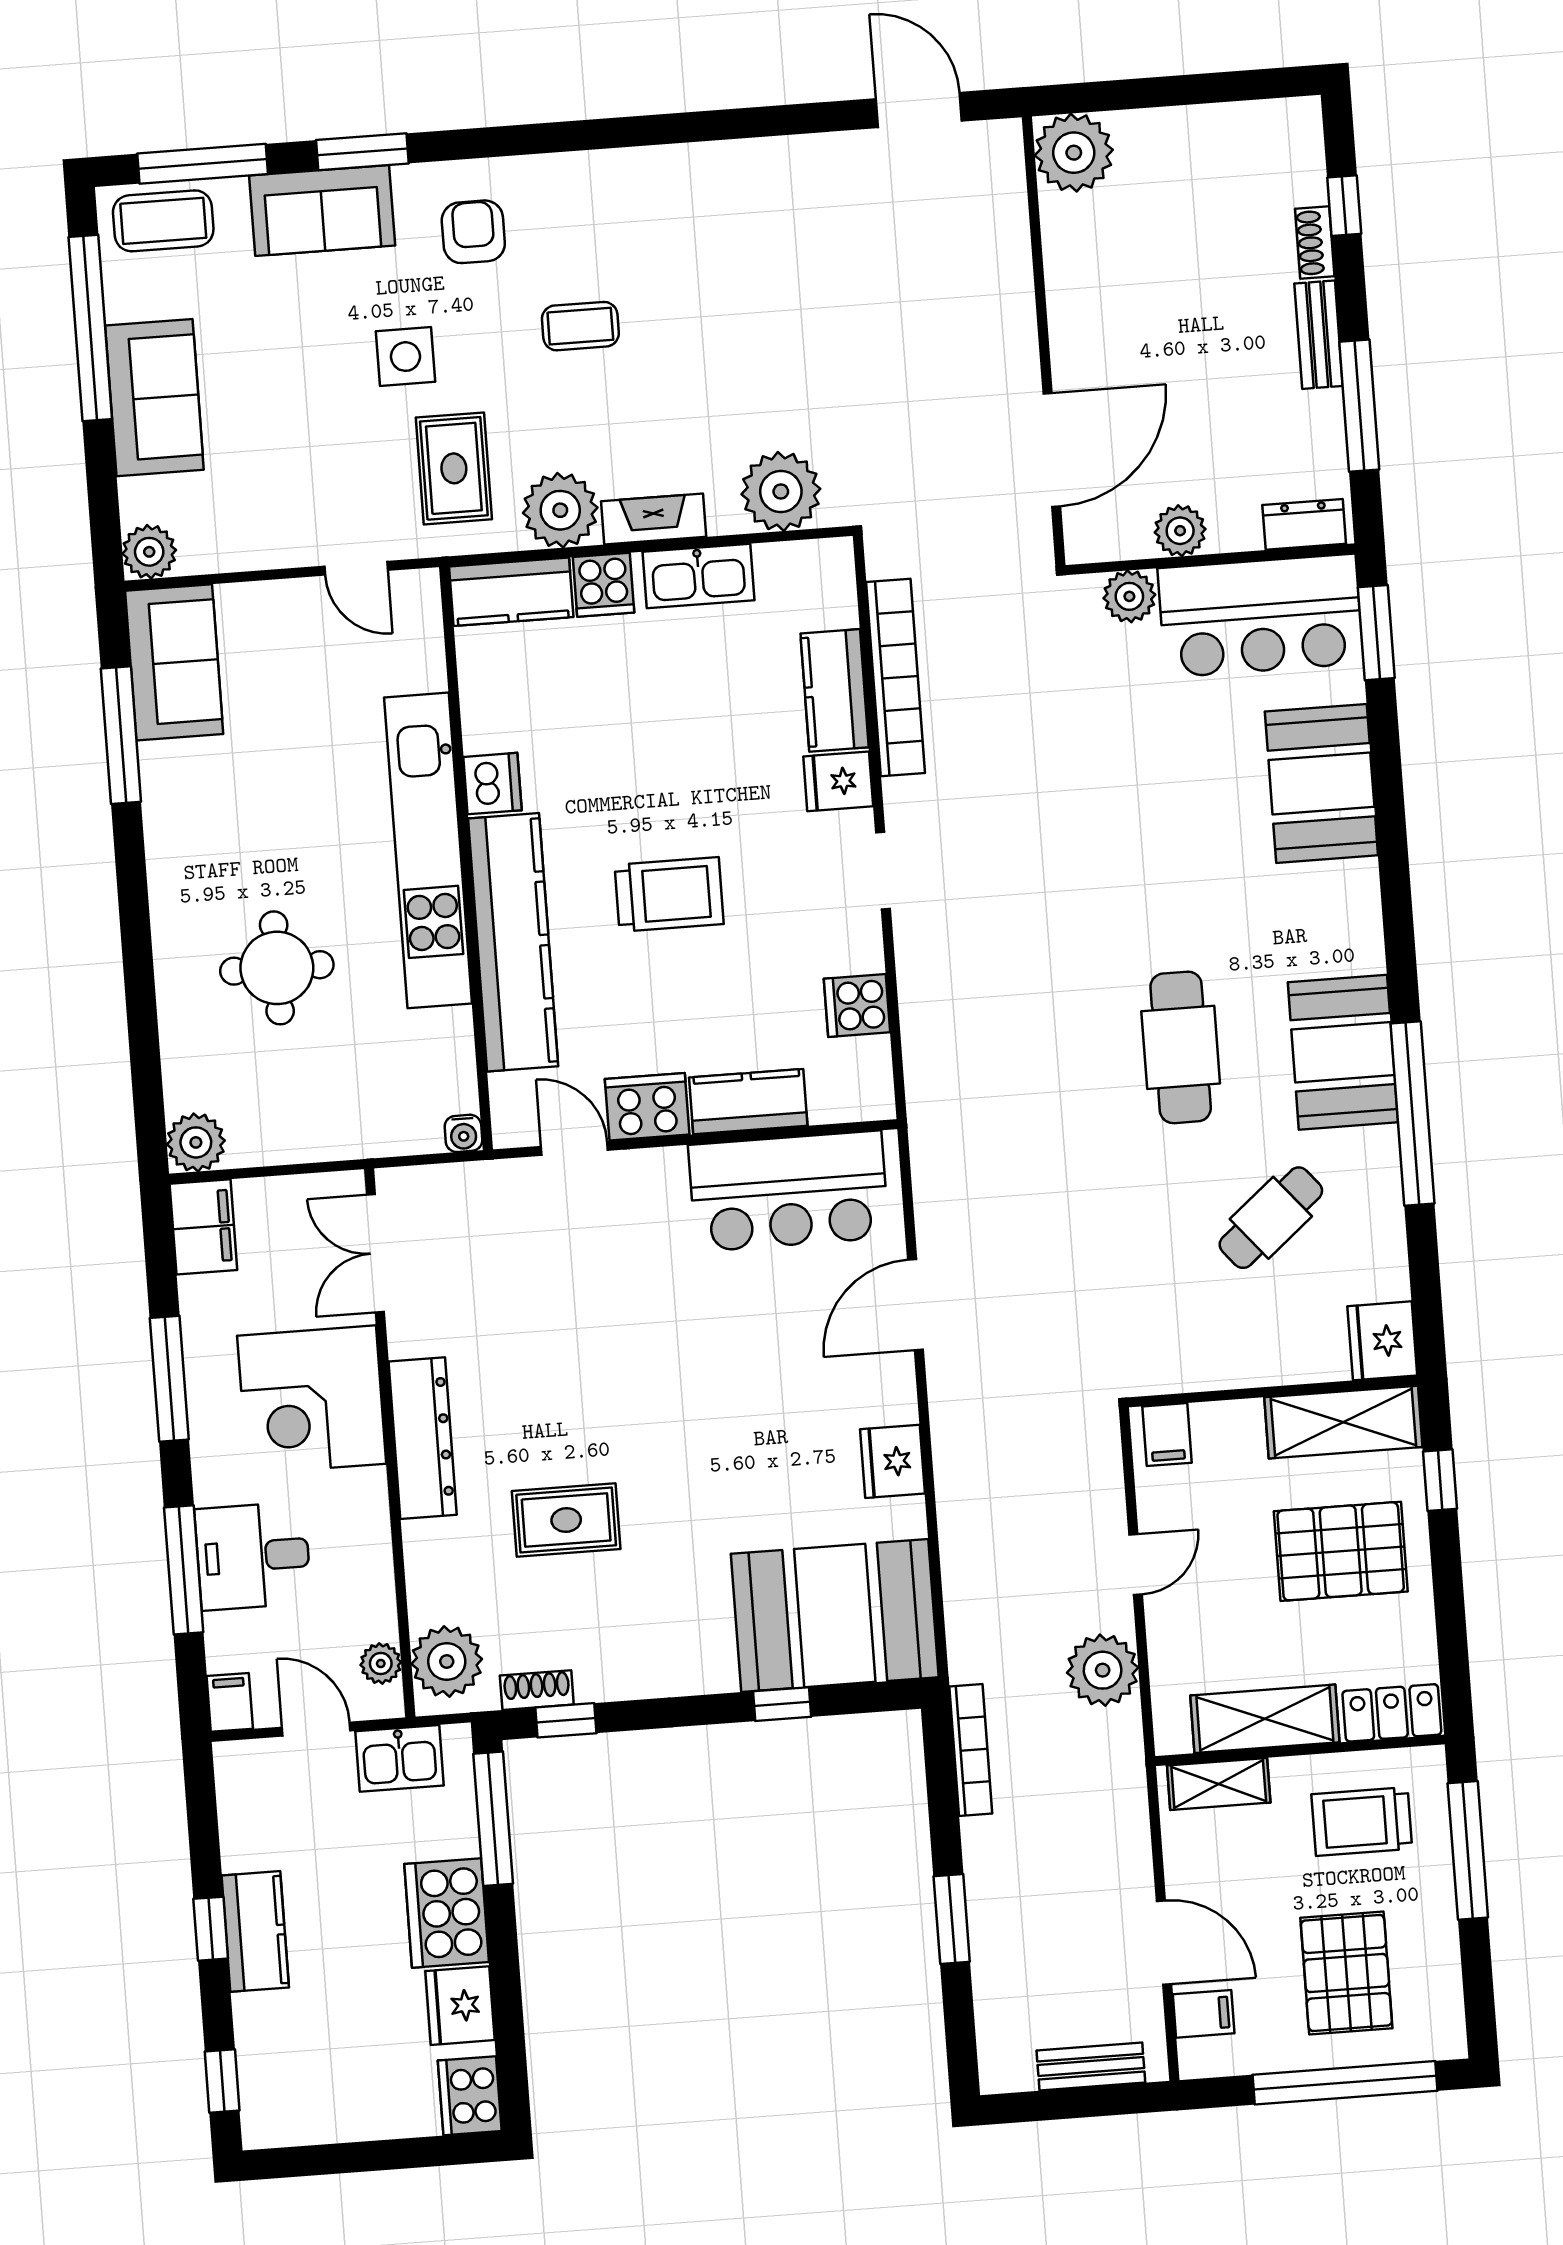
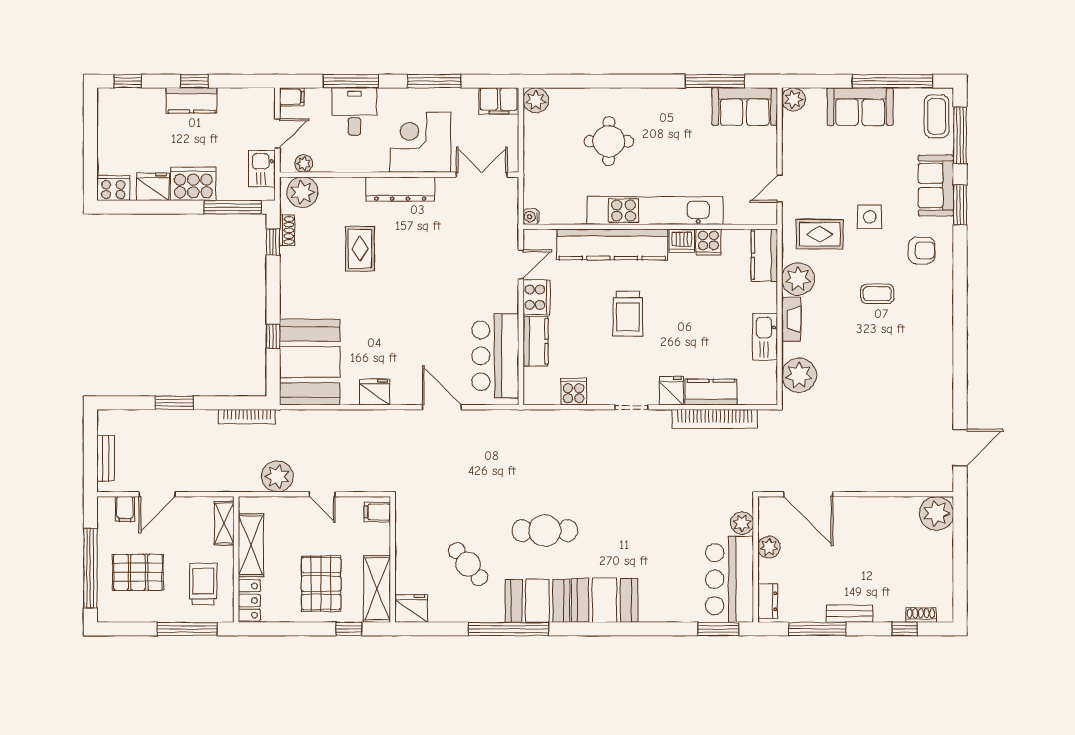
shoe rack: (1315, 243) -> (921, 615), moved
coffee table: (580, 326) -> (877, 294), turned 90
cooker: (604, 585) -> (708, 242), moved, turned -90
booth: (1321, 783) -> (604, 600), moved

